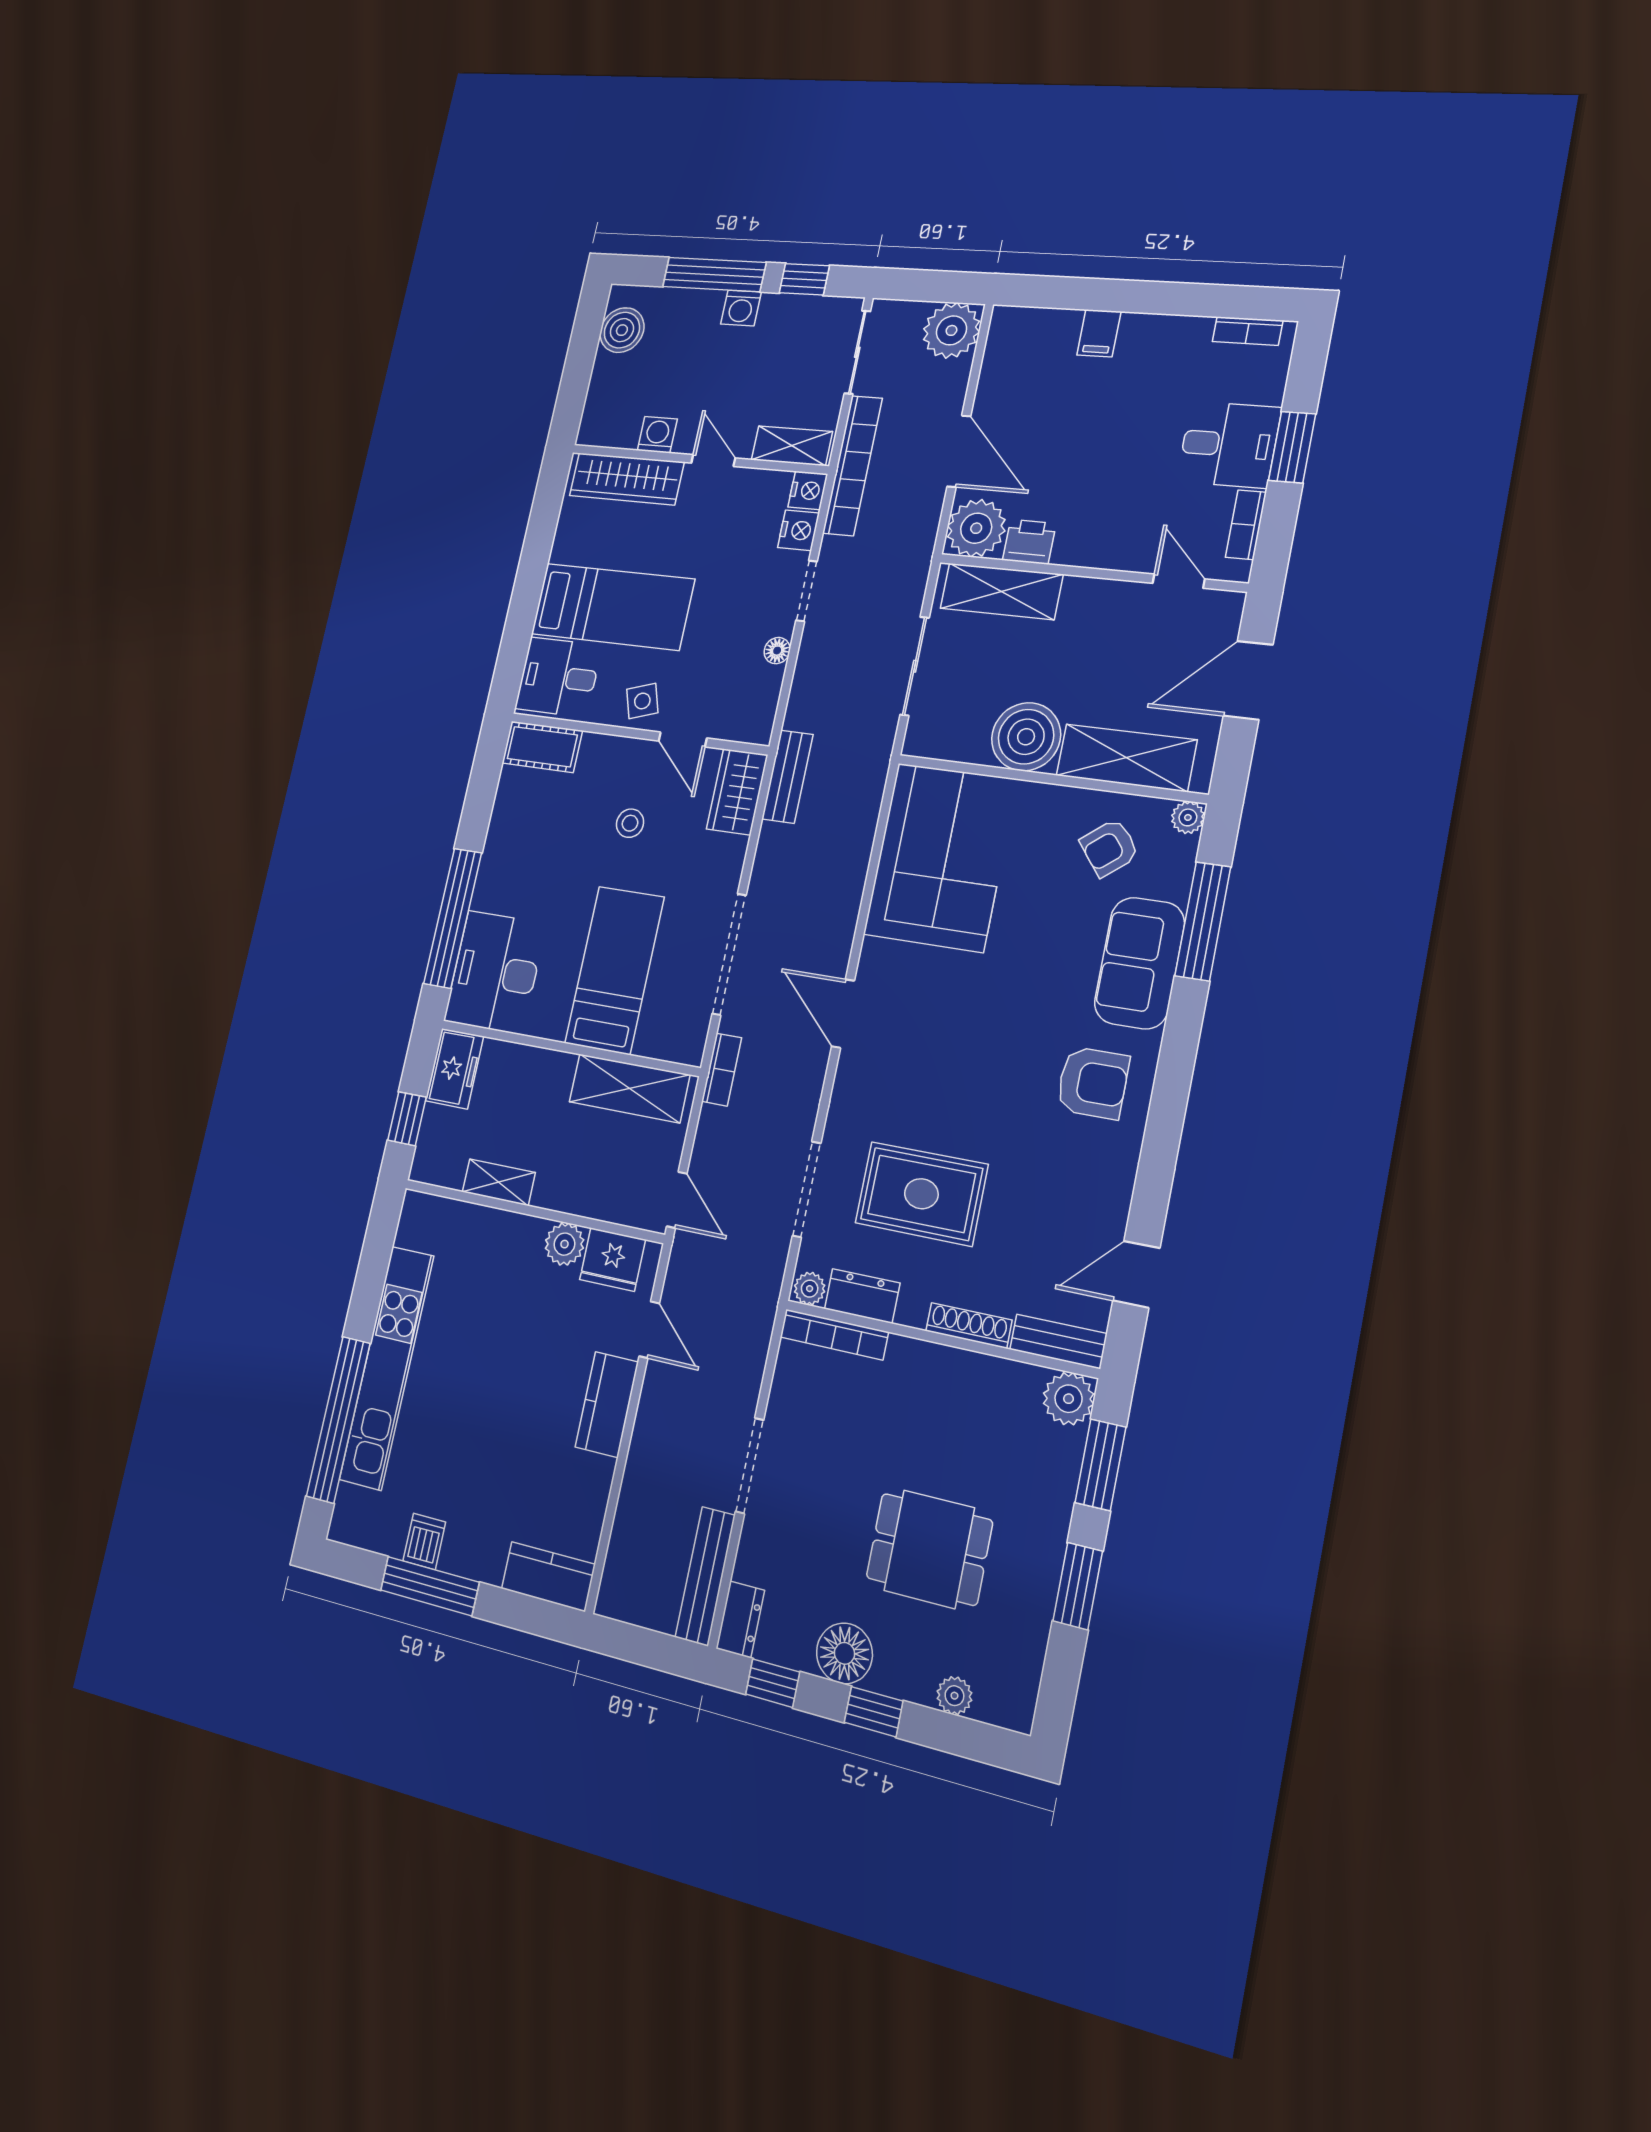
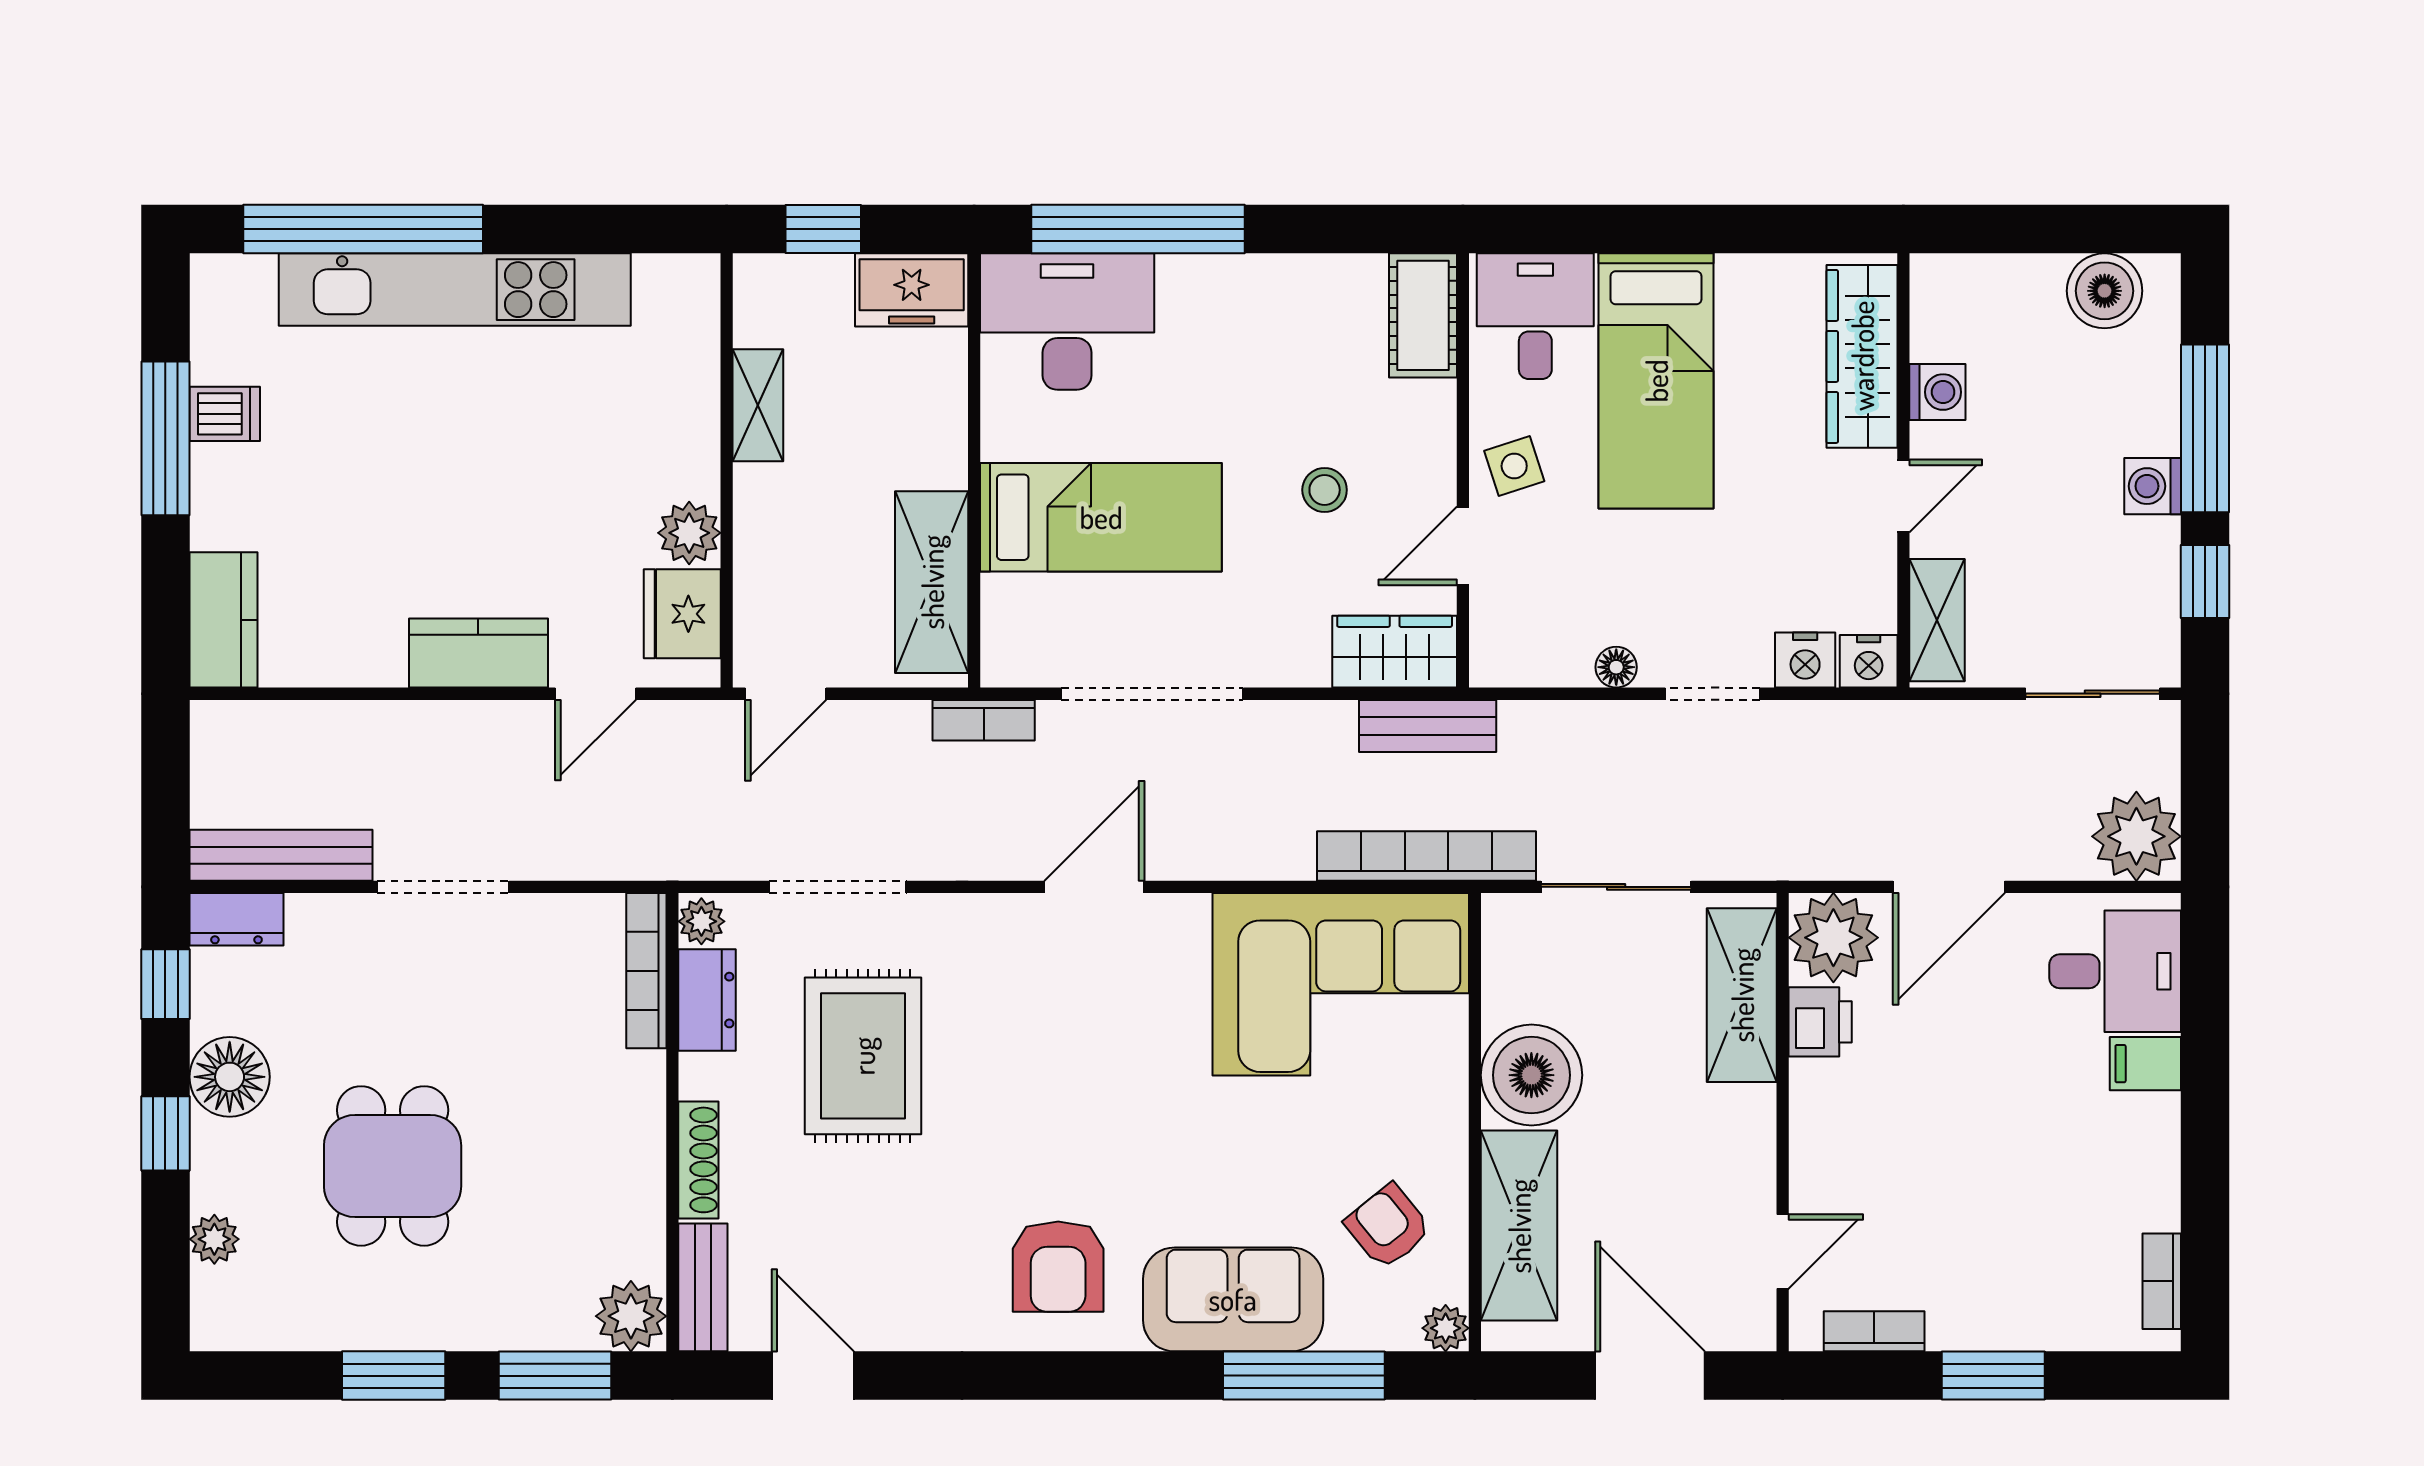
desk: (1229, 445) -> (2115, 971), moved, turned -90
bookcase: (853, 466) -> (1426, 856), moved, turned 180

